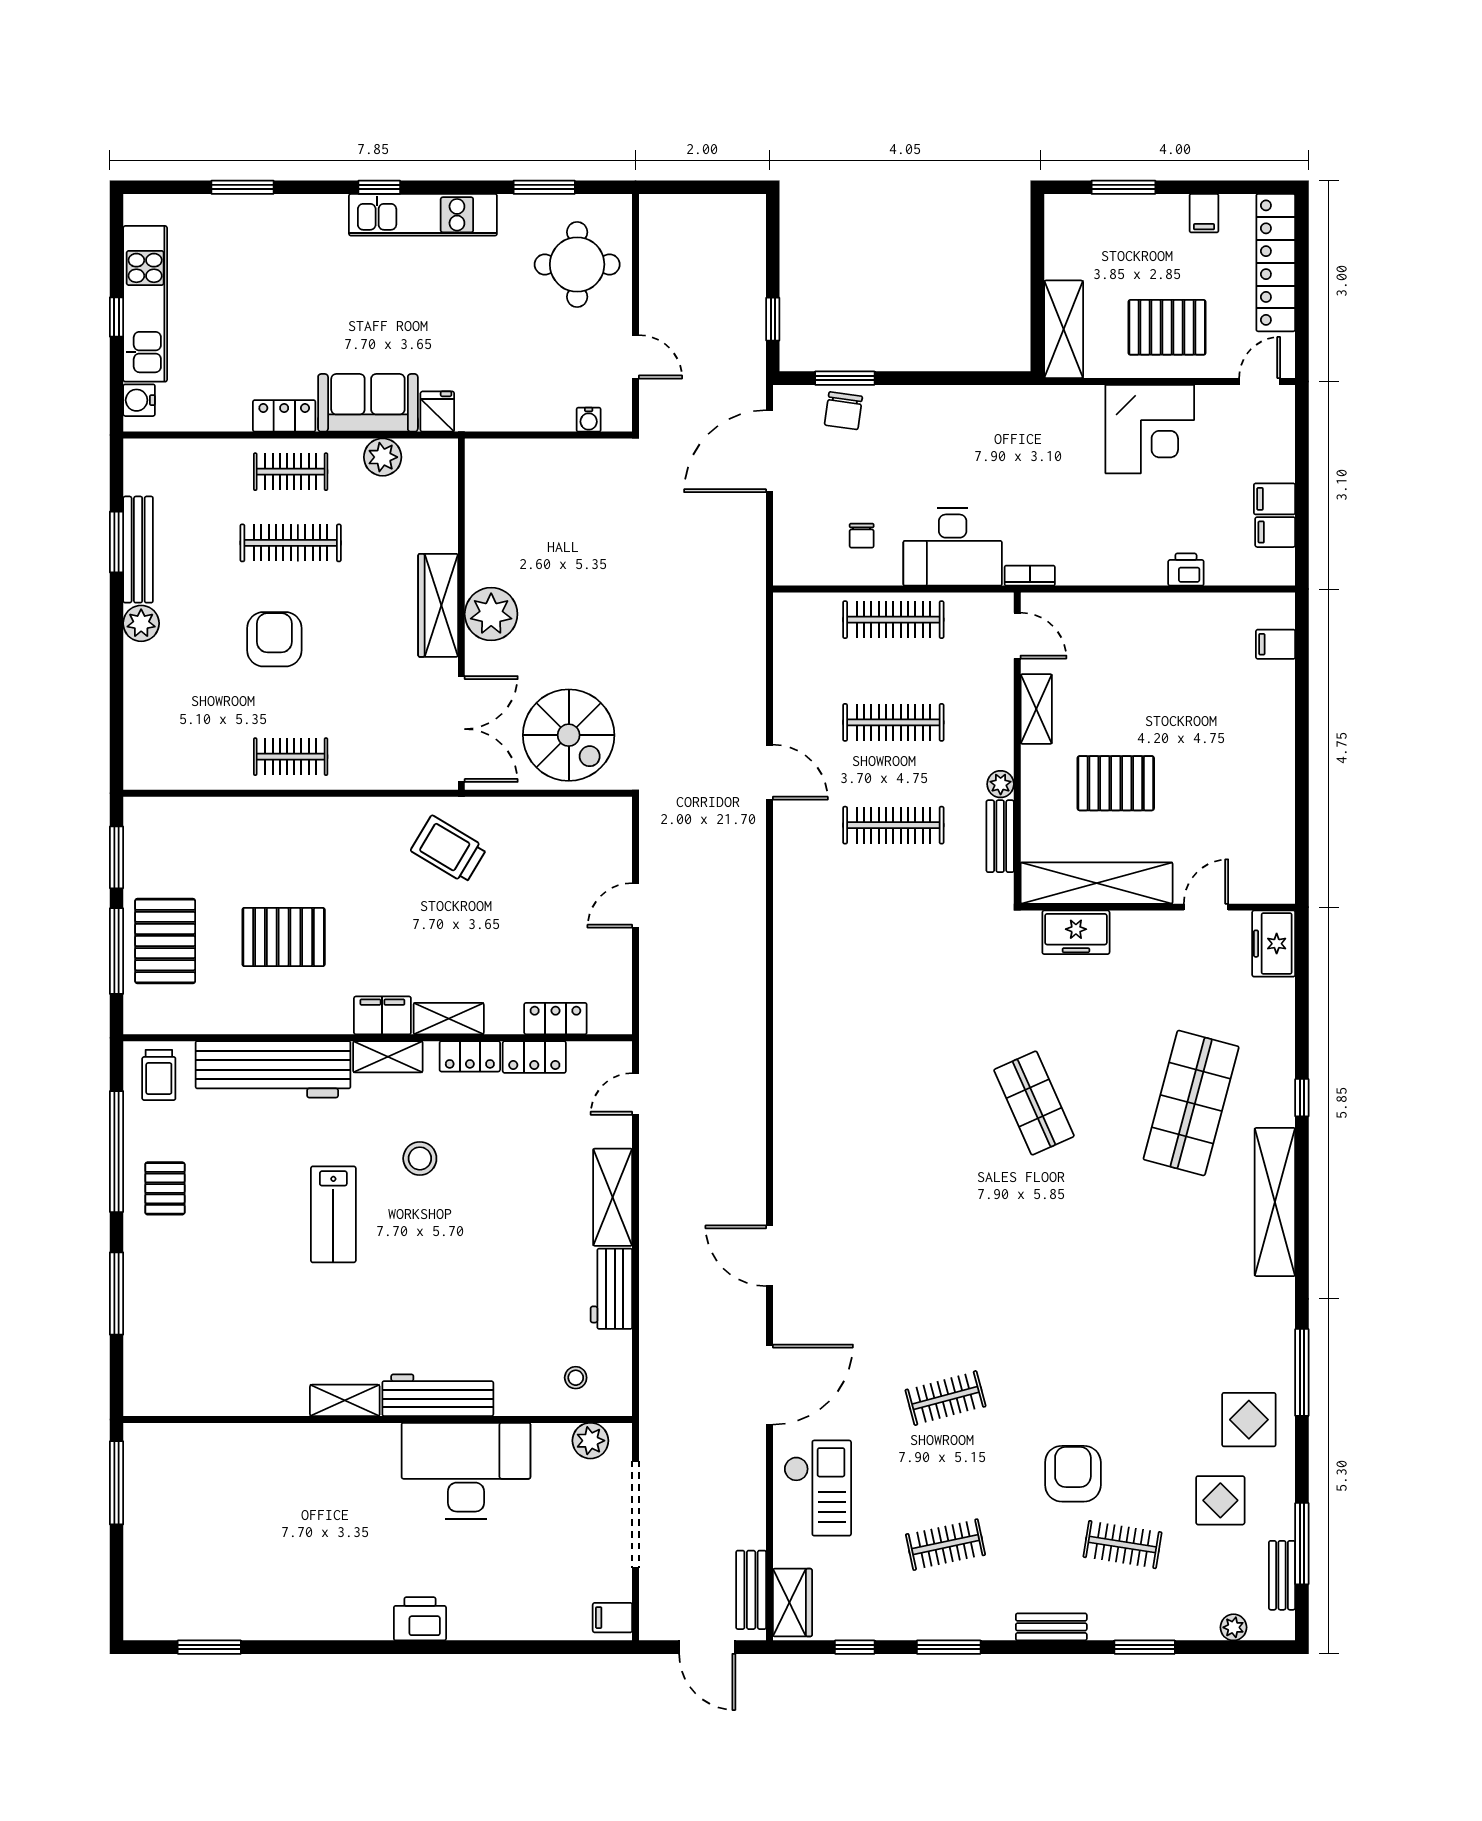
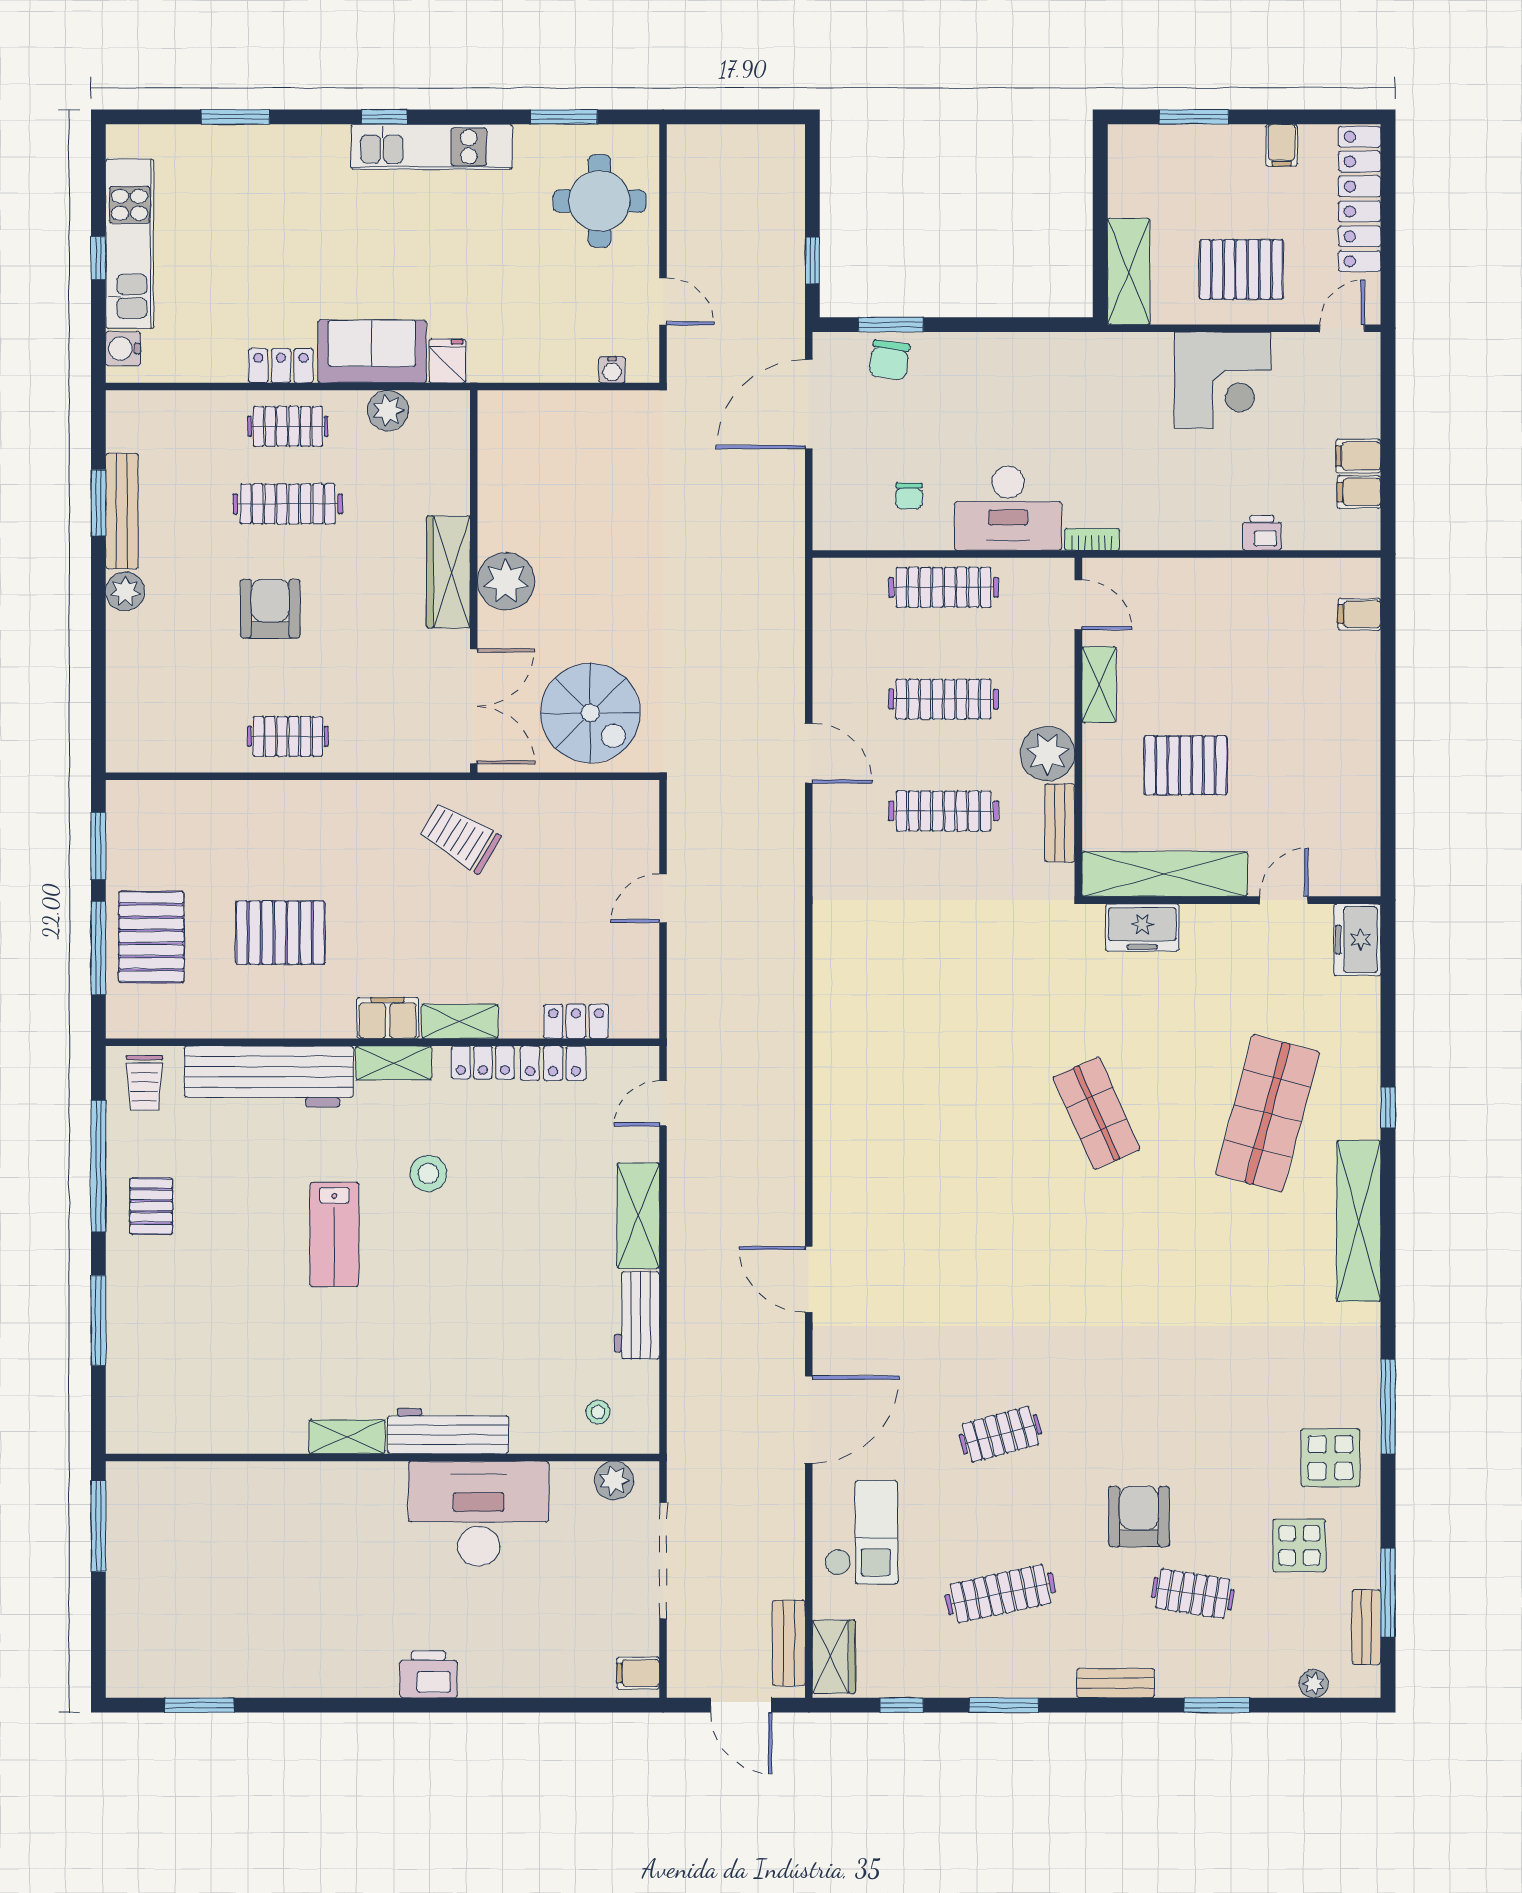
plant: (1001, 784) -> (1047, 754), width x1.87, depth x1.87
clothes rail: (946, 1545) -> (1000, 1594), width x1.36

